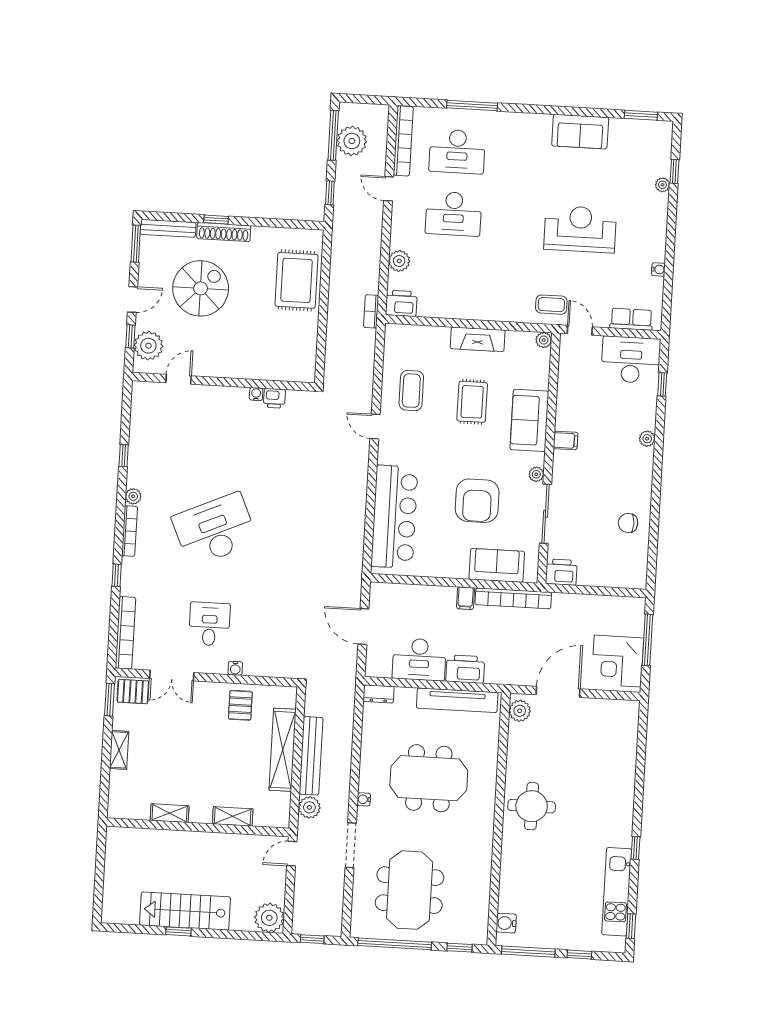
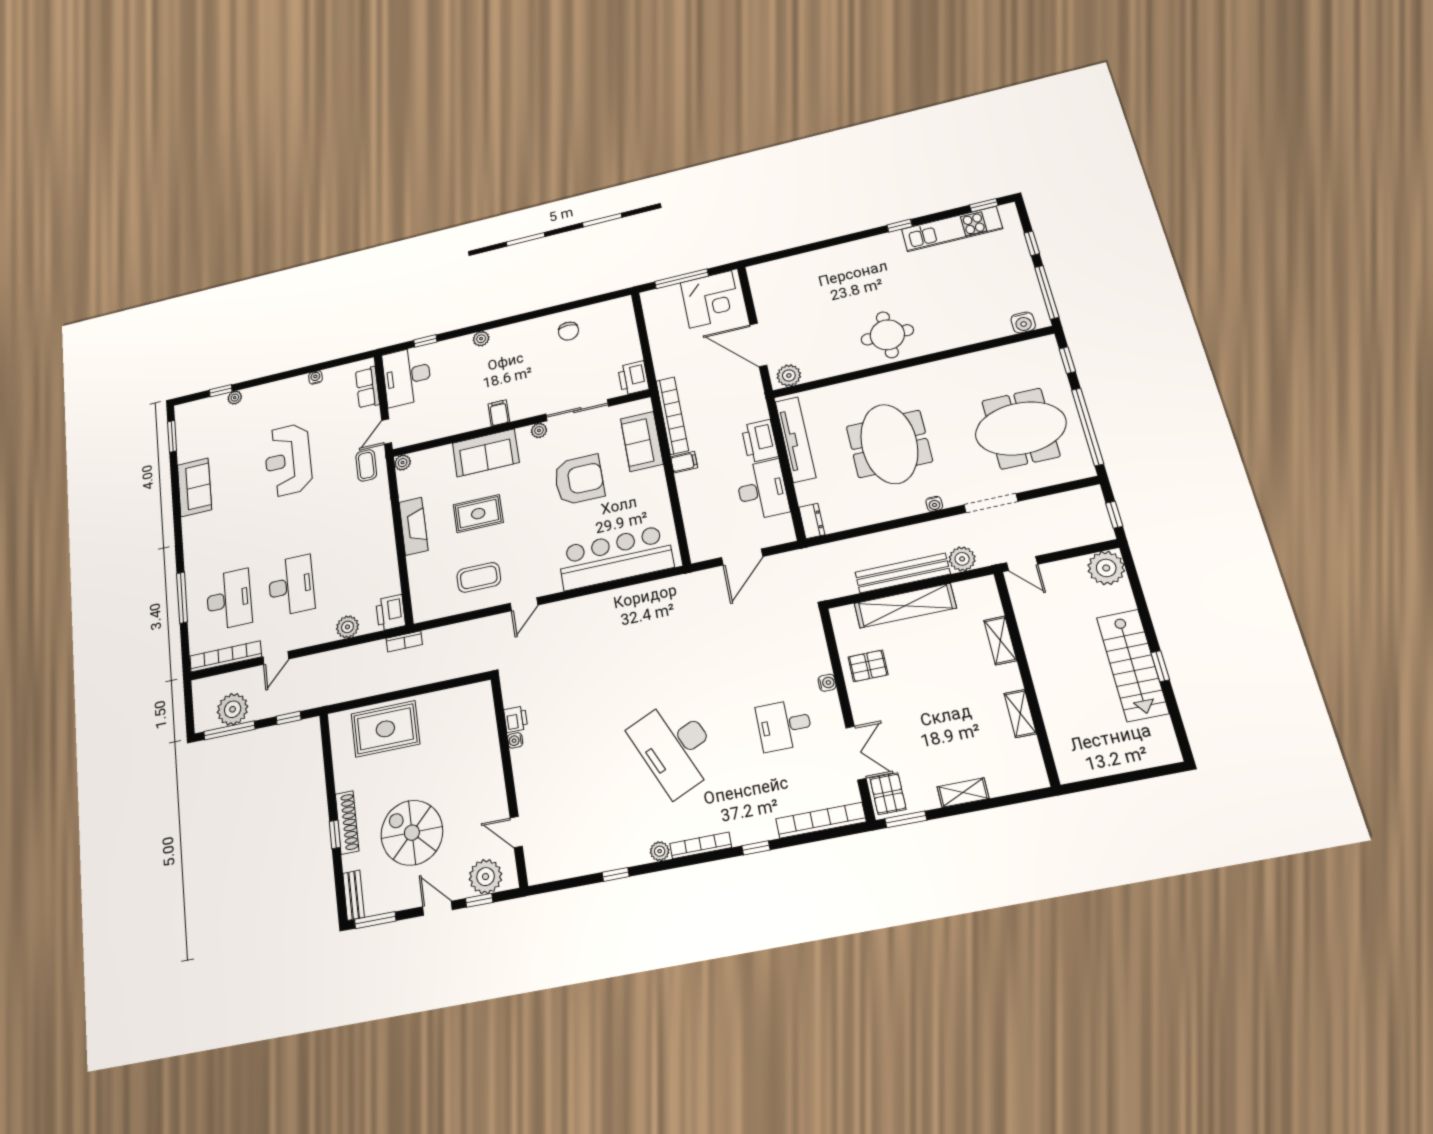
bench: (168, 228) -> (354, 895), width x0.73

